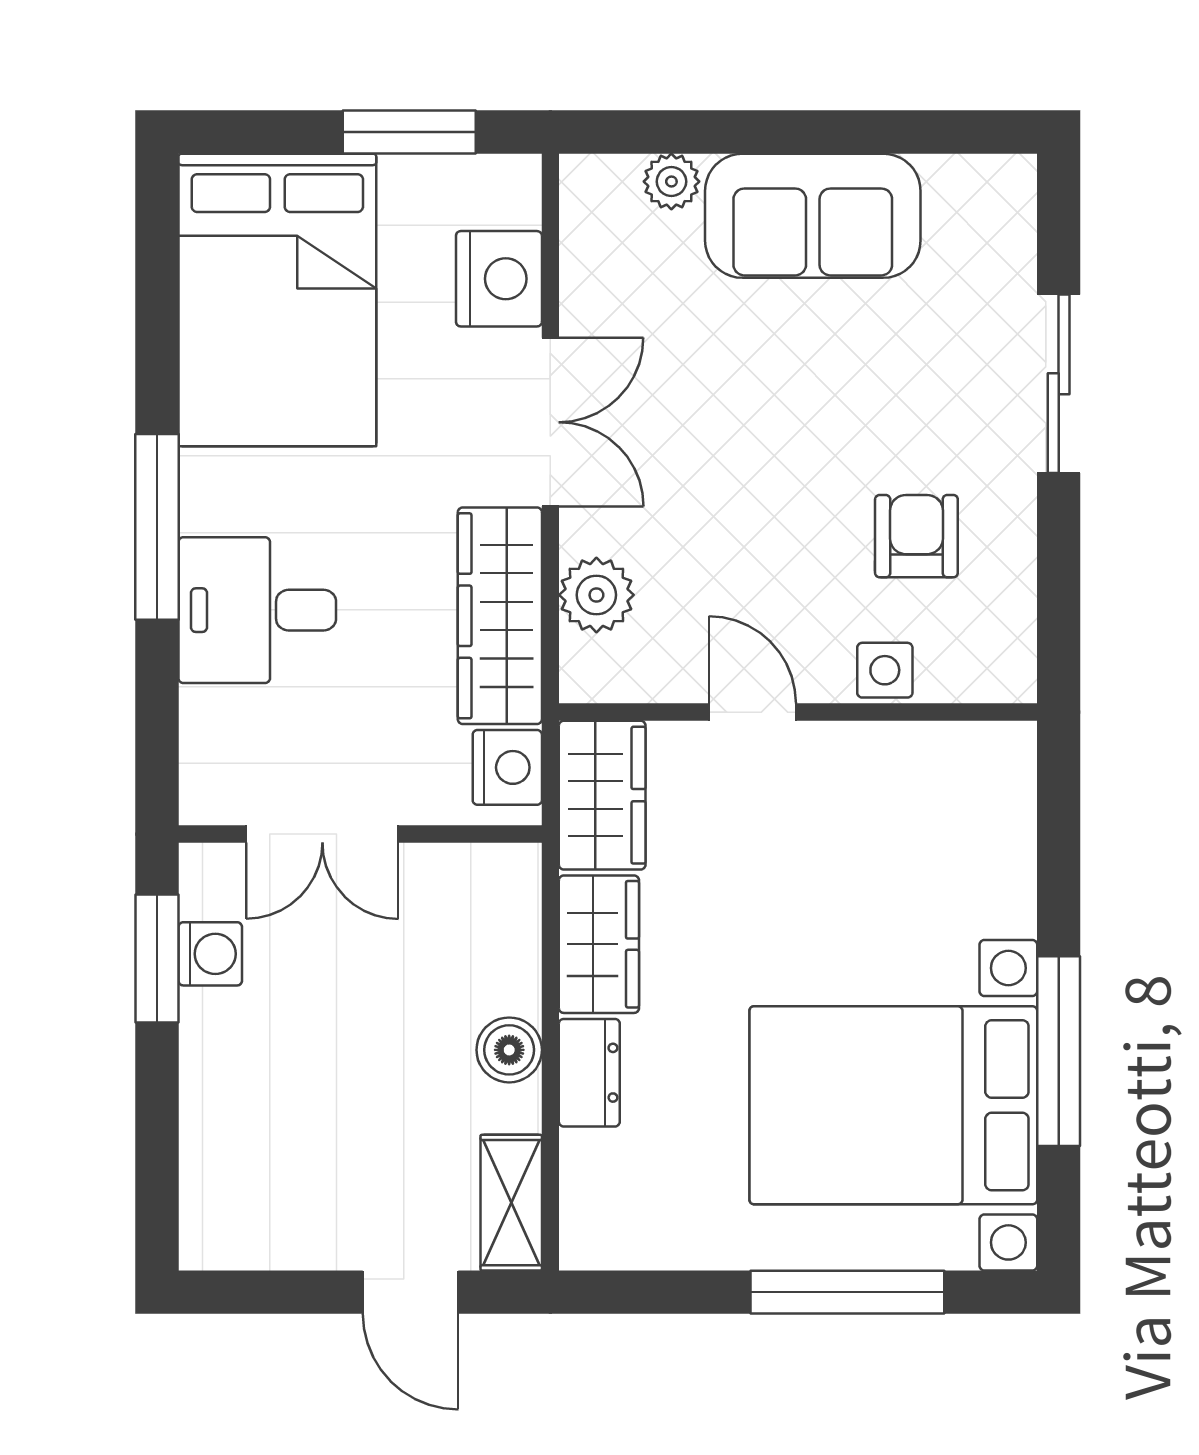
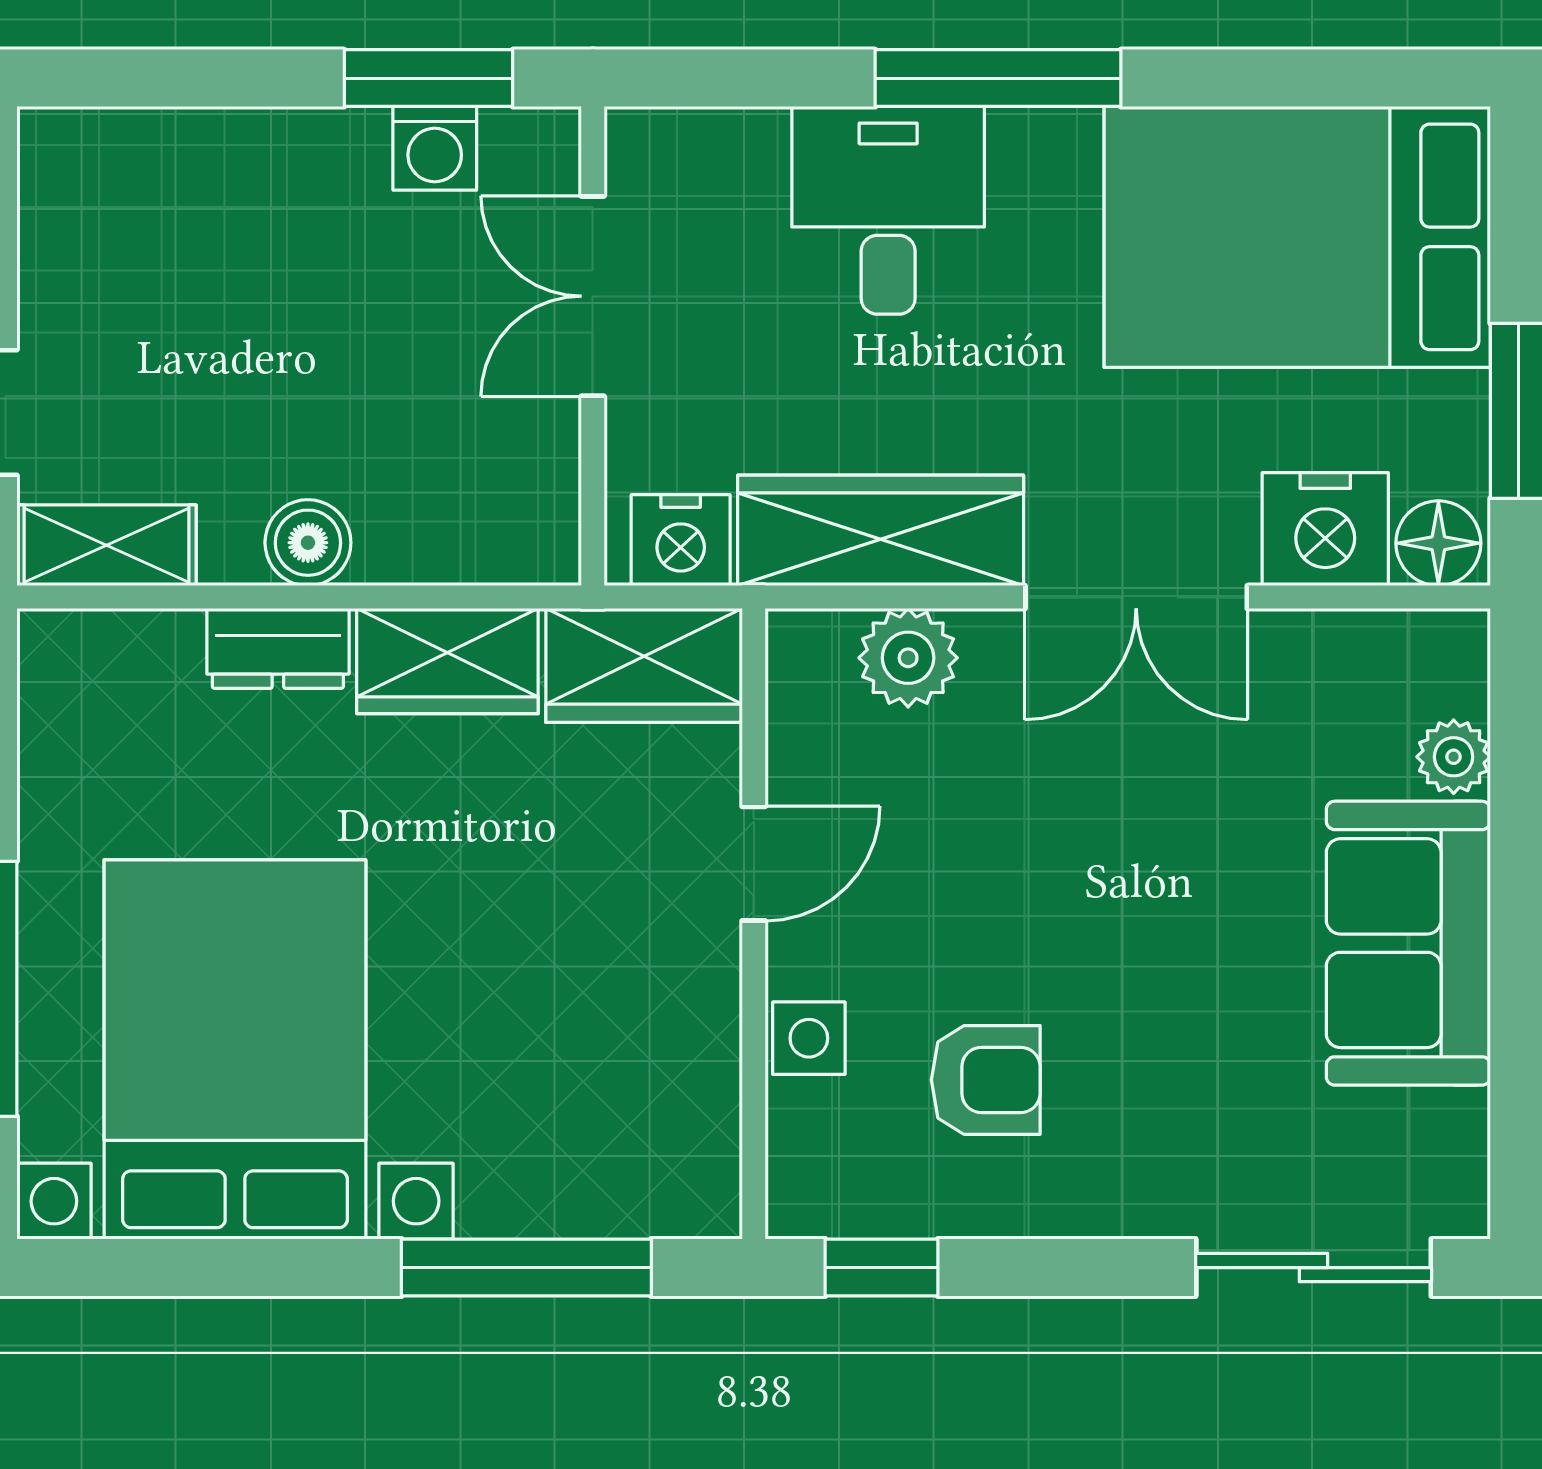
floor lamp: (510, 193) -> (1438, 543), added
sliding door: (1059, 384) -> (1314, 1268), moved
window: (1059, 615) -> (882, 1268), added
window: (1059, 1051) -> (526, 1268), moved

